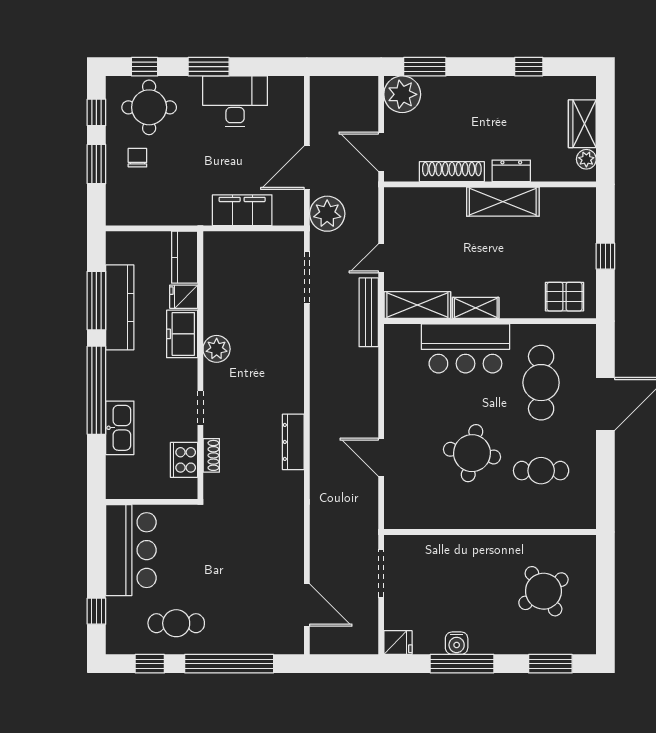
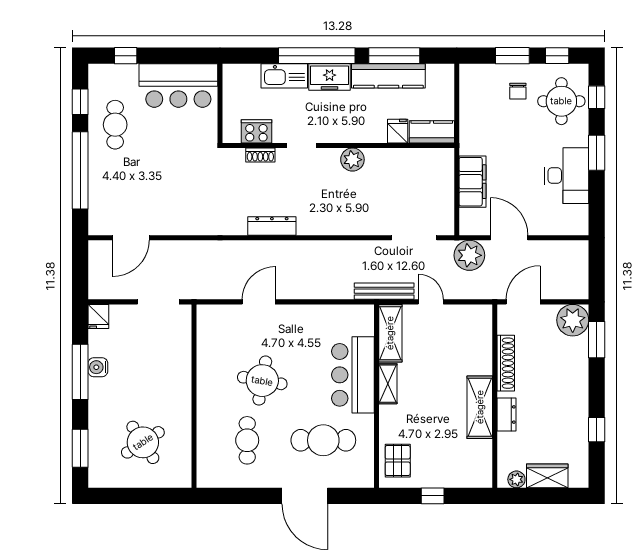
chair: (137, 158) -> (518, 91), turned 90
freezer: (182, 334) -> (330, 77), moved, turned 180

